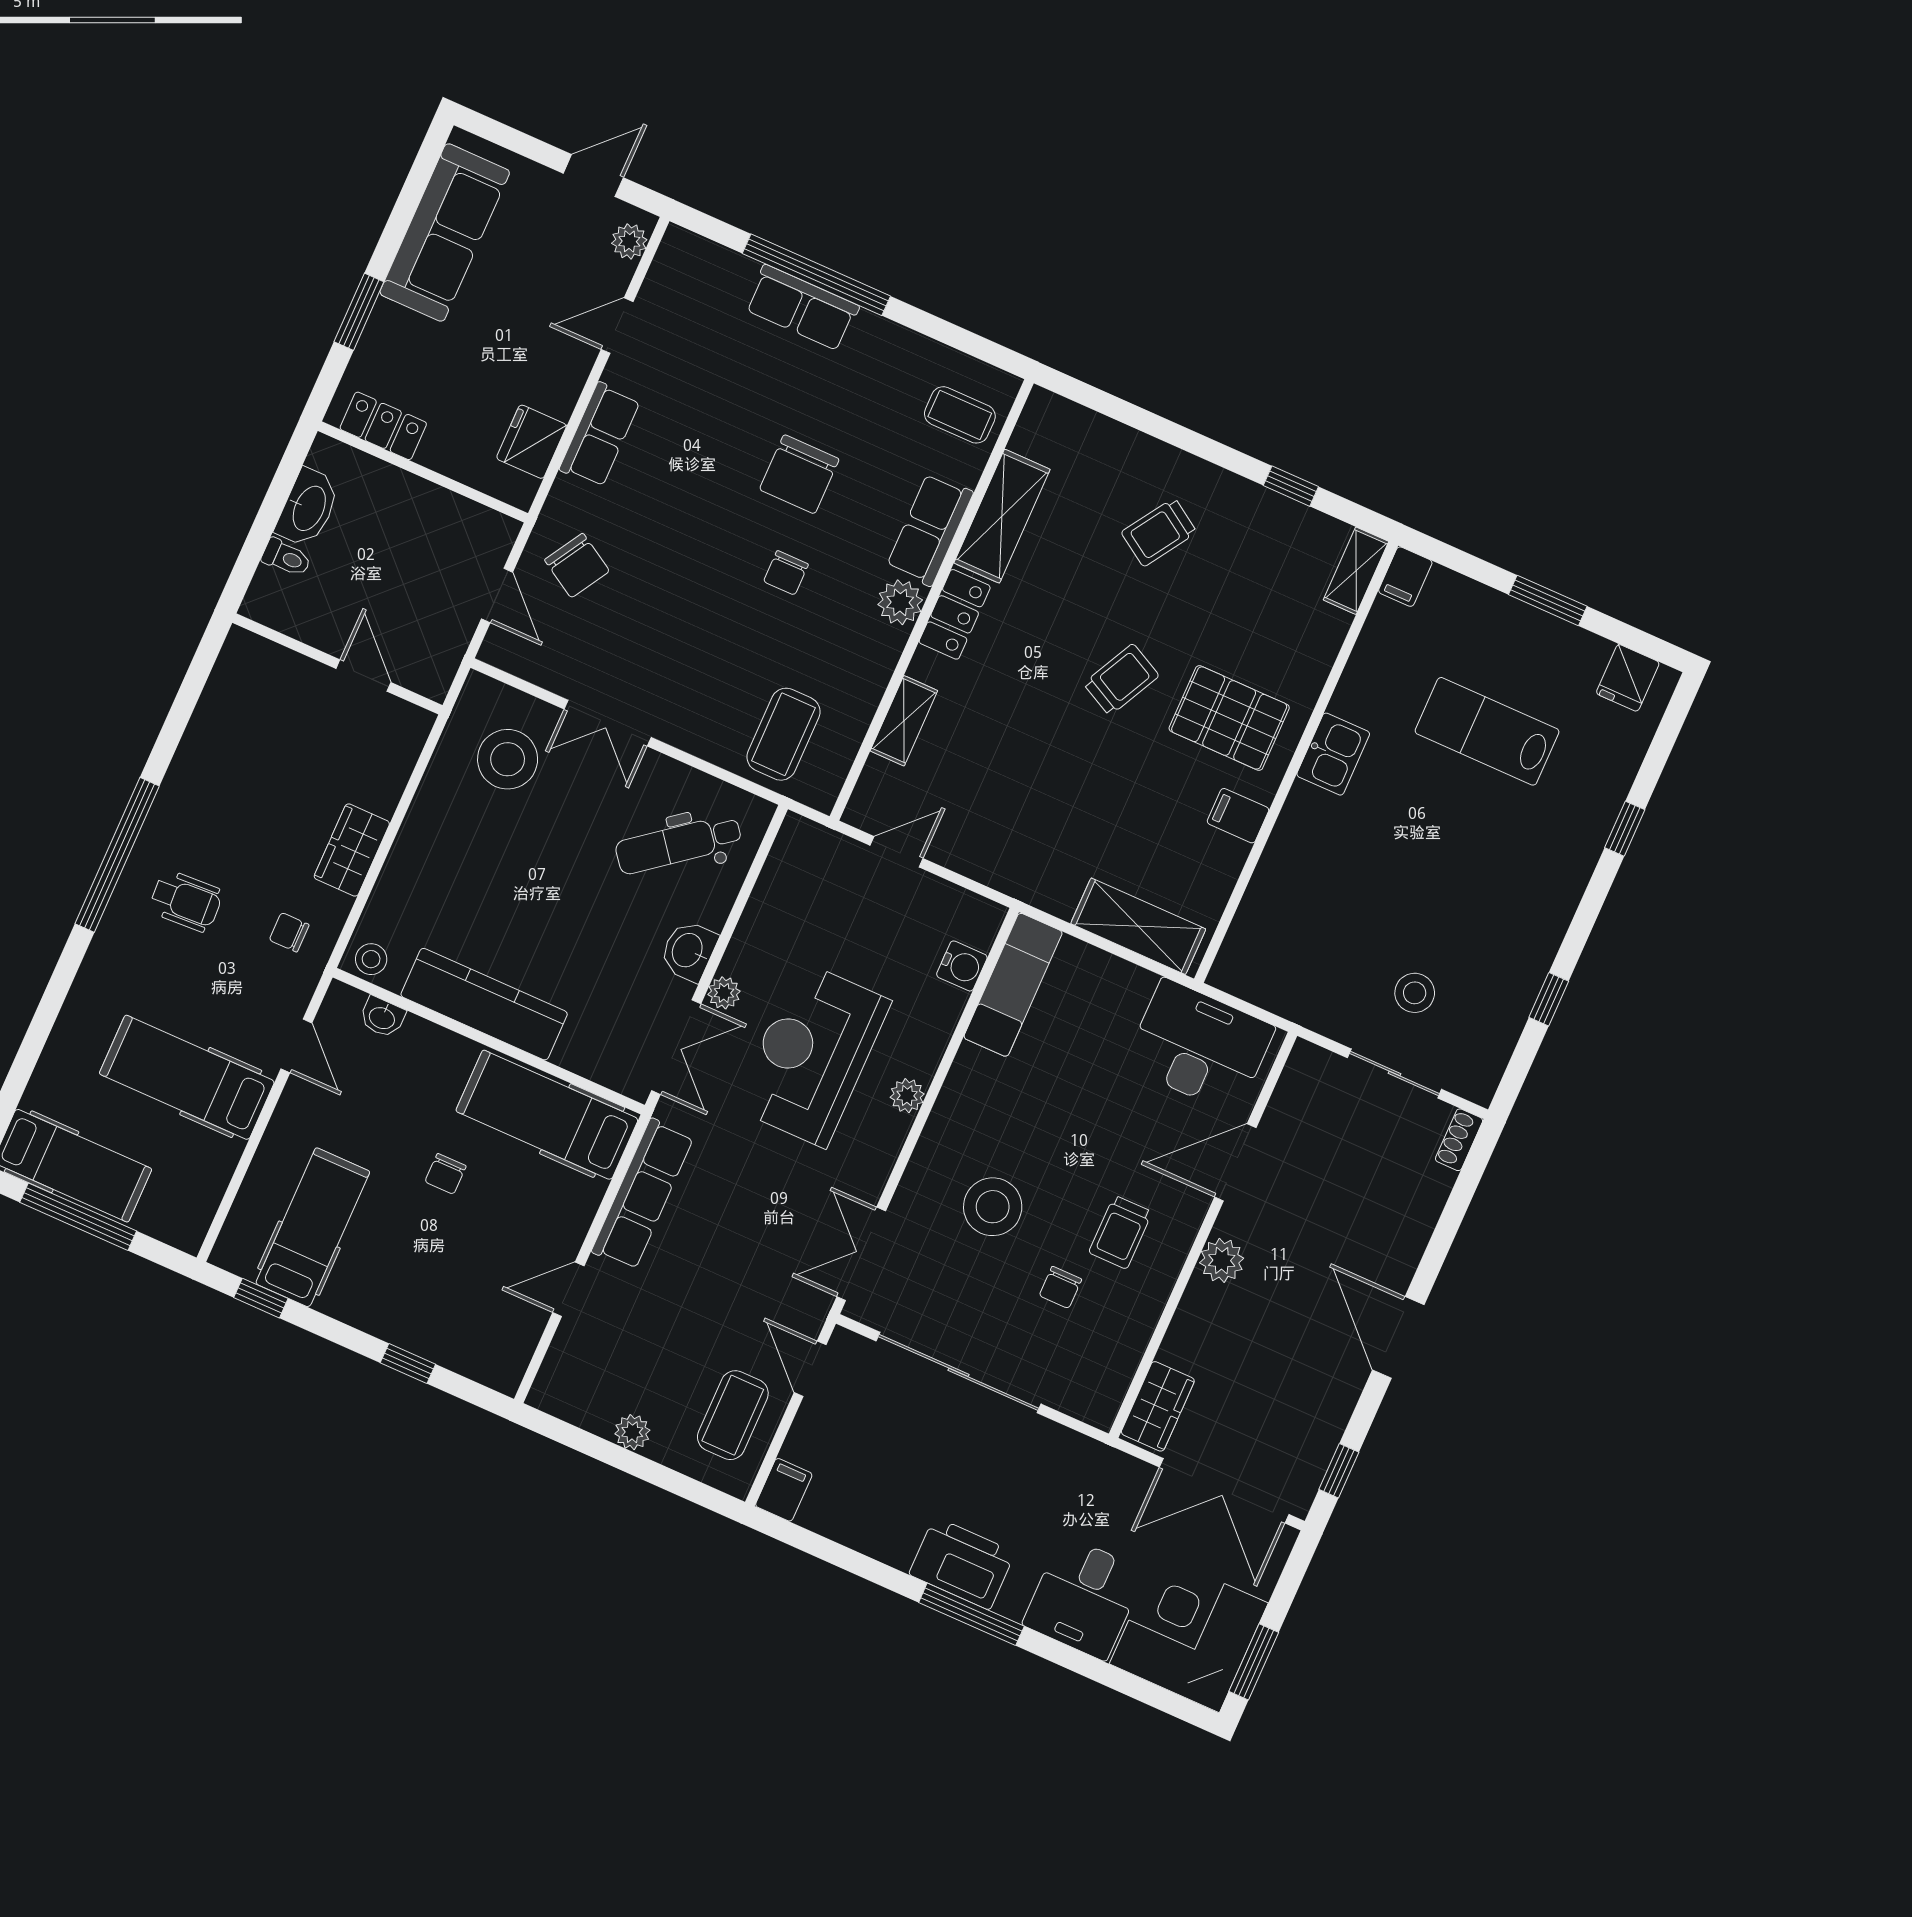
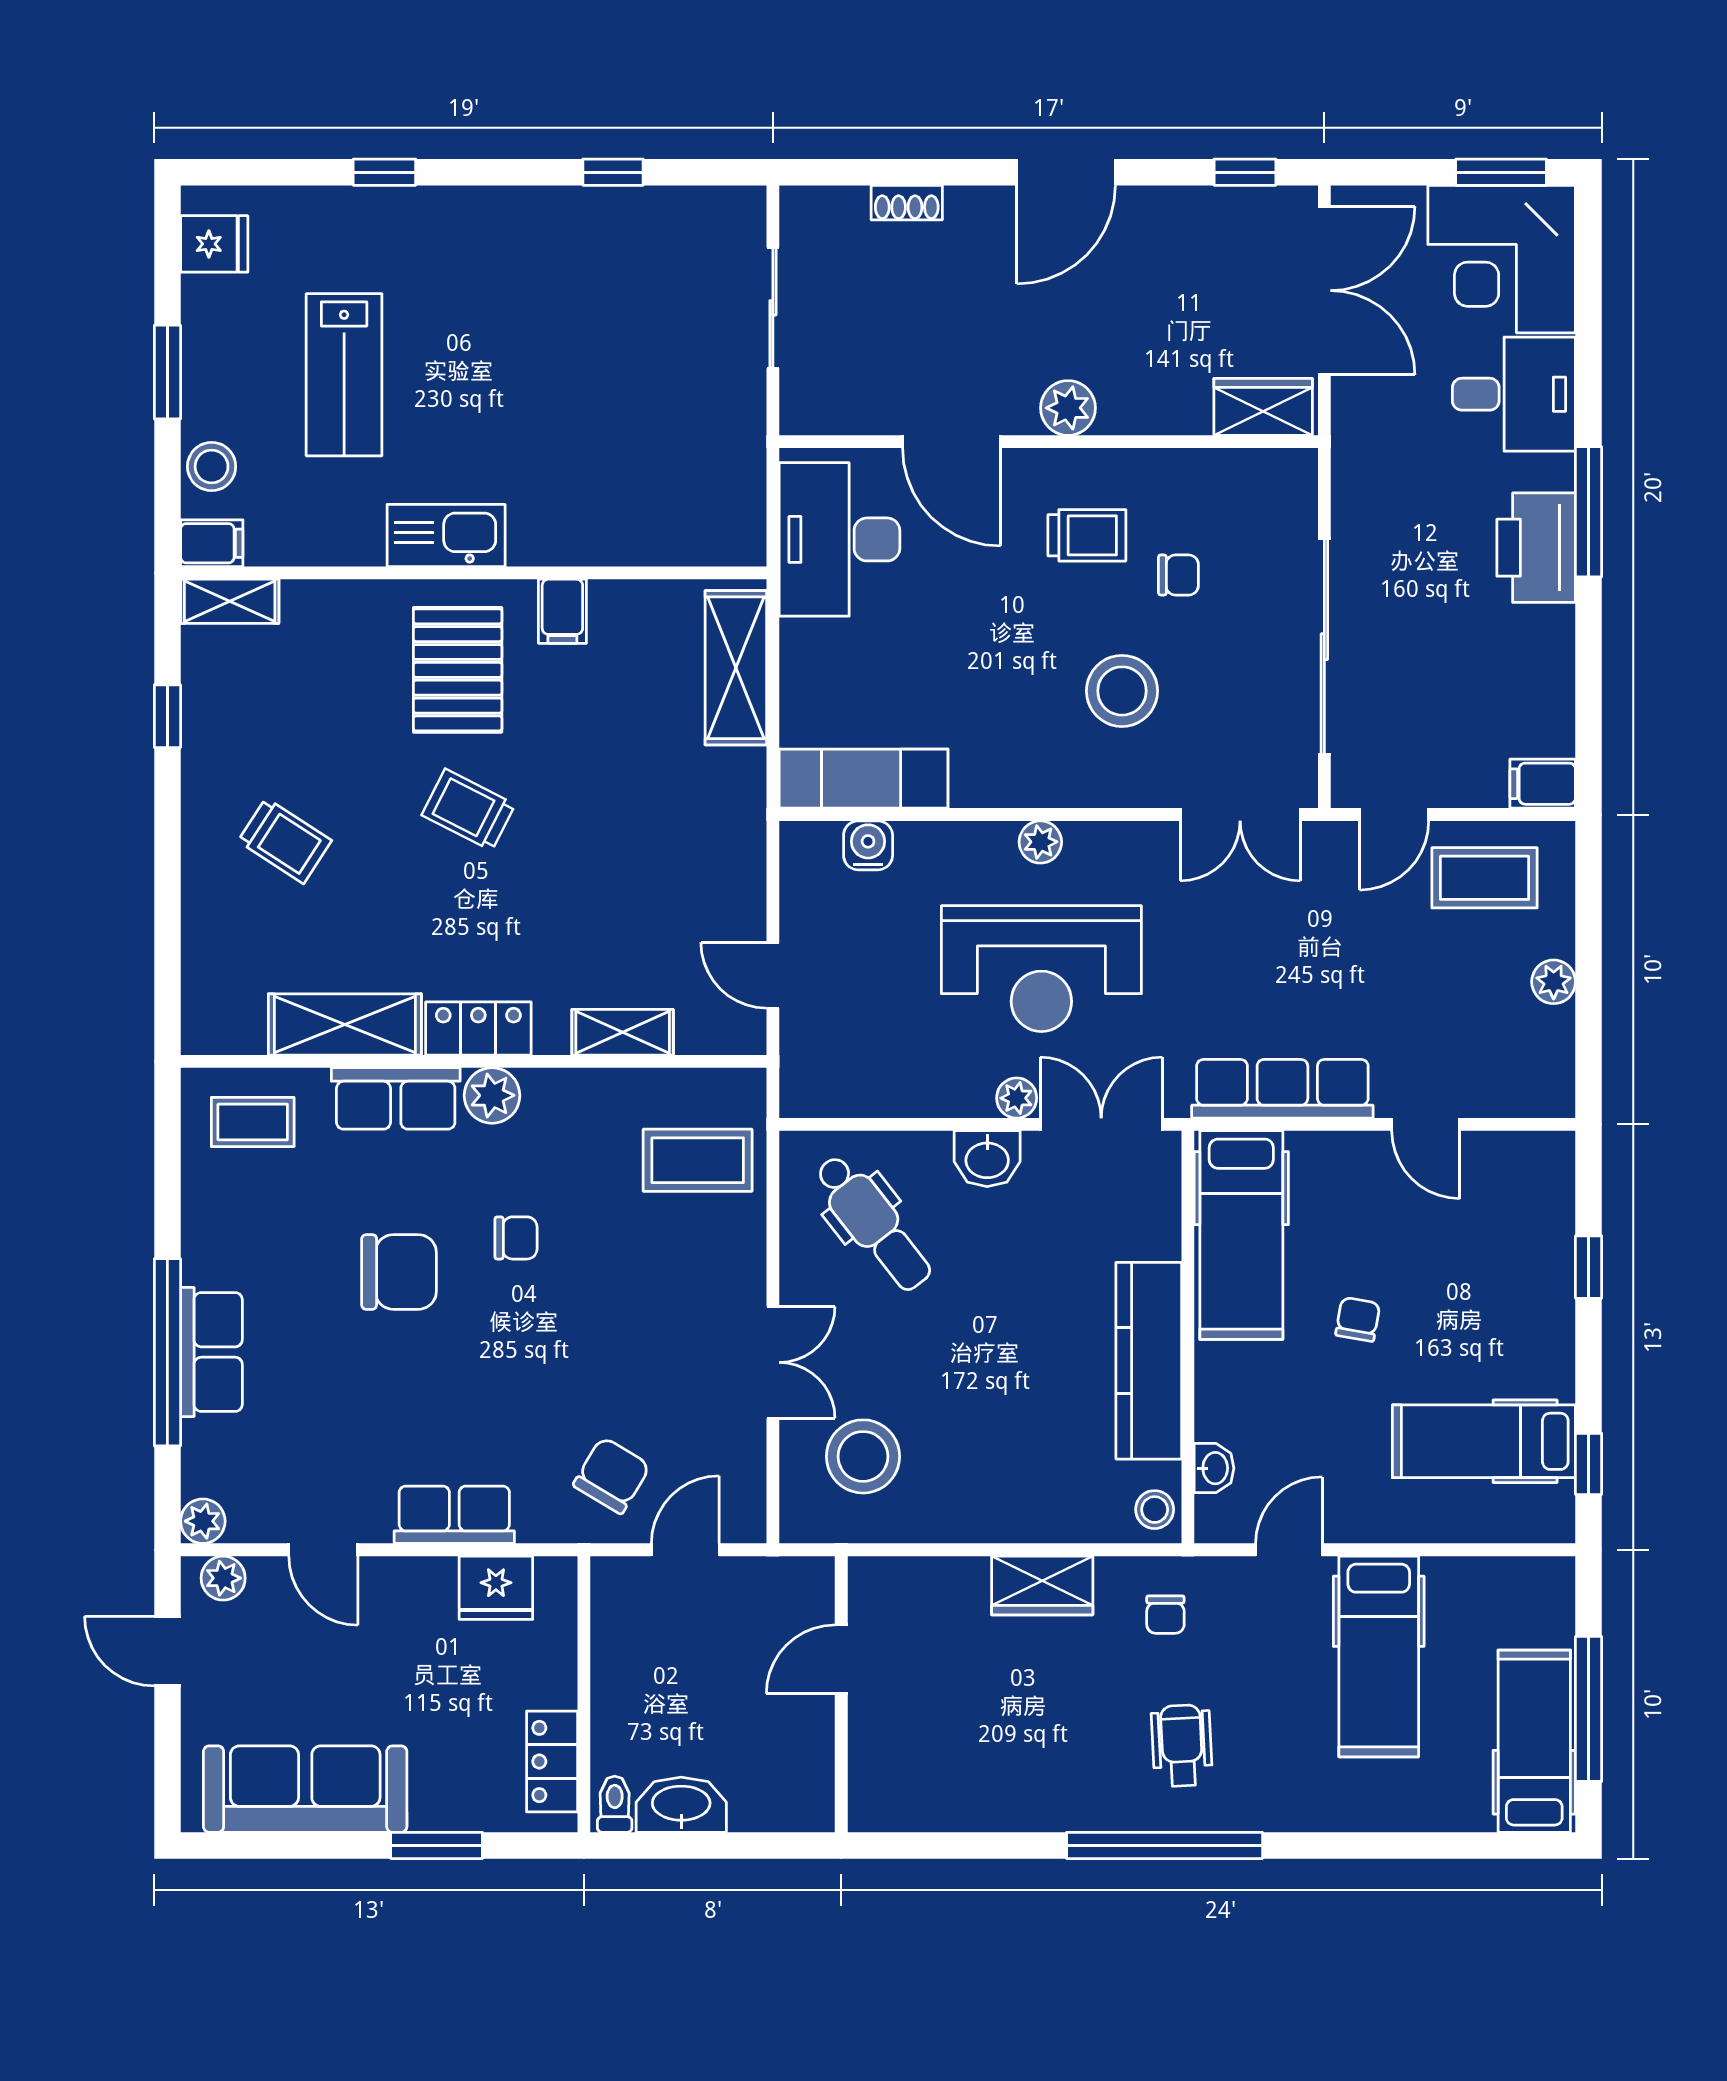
plant: (679, 245) -> (203, 1521), added
coffee table: (960, 415) -> (253, 1122), turned 90
toilet: (286, 558) -> (615, 1804), moved
kitchen sink: (1333, 754) -> (446, 536), width x1.38
stool: (1415, 993) -> (212, 467), moved
shoe rack: (1459, 1140) -> (907, 203), moved
chair: (446, 1174) -> (1358, 1319), turned -80

